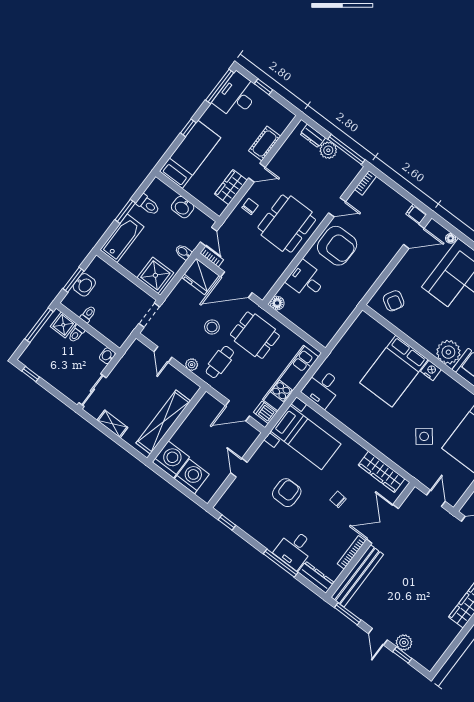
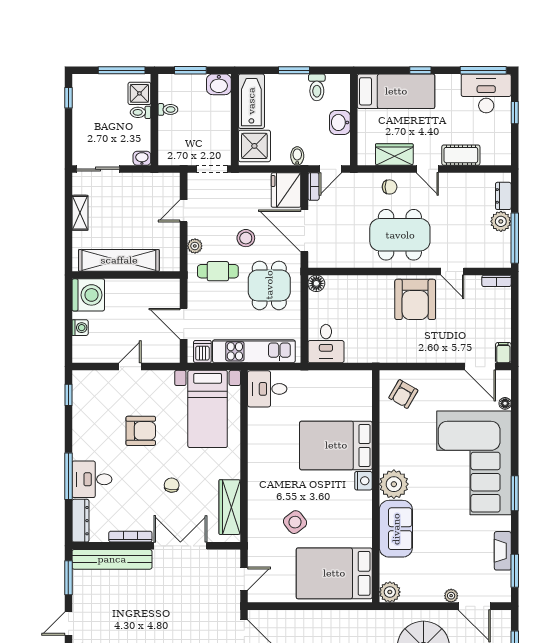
bathtub: (122, 238) -> (251, 101), moved, turned -90
desk: (306, 280) -> (326, 344), moved, turned 180
washbasin: (84, 285) -> (219, 84), moved
washing machine: (192, 476) -> (80, 328), width x0.53, depth x0.53

